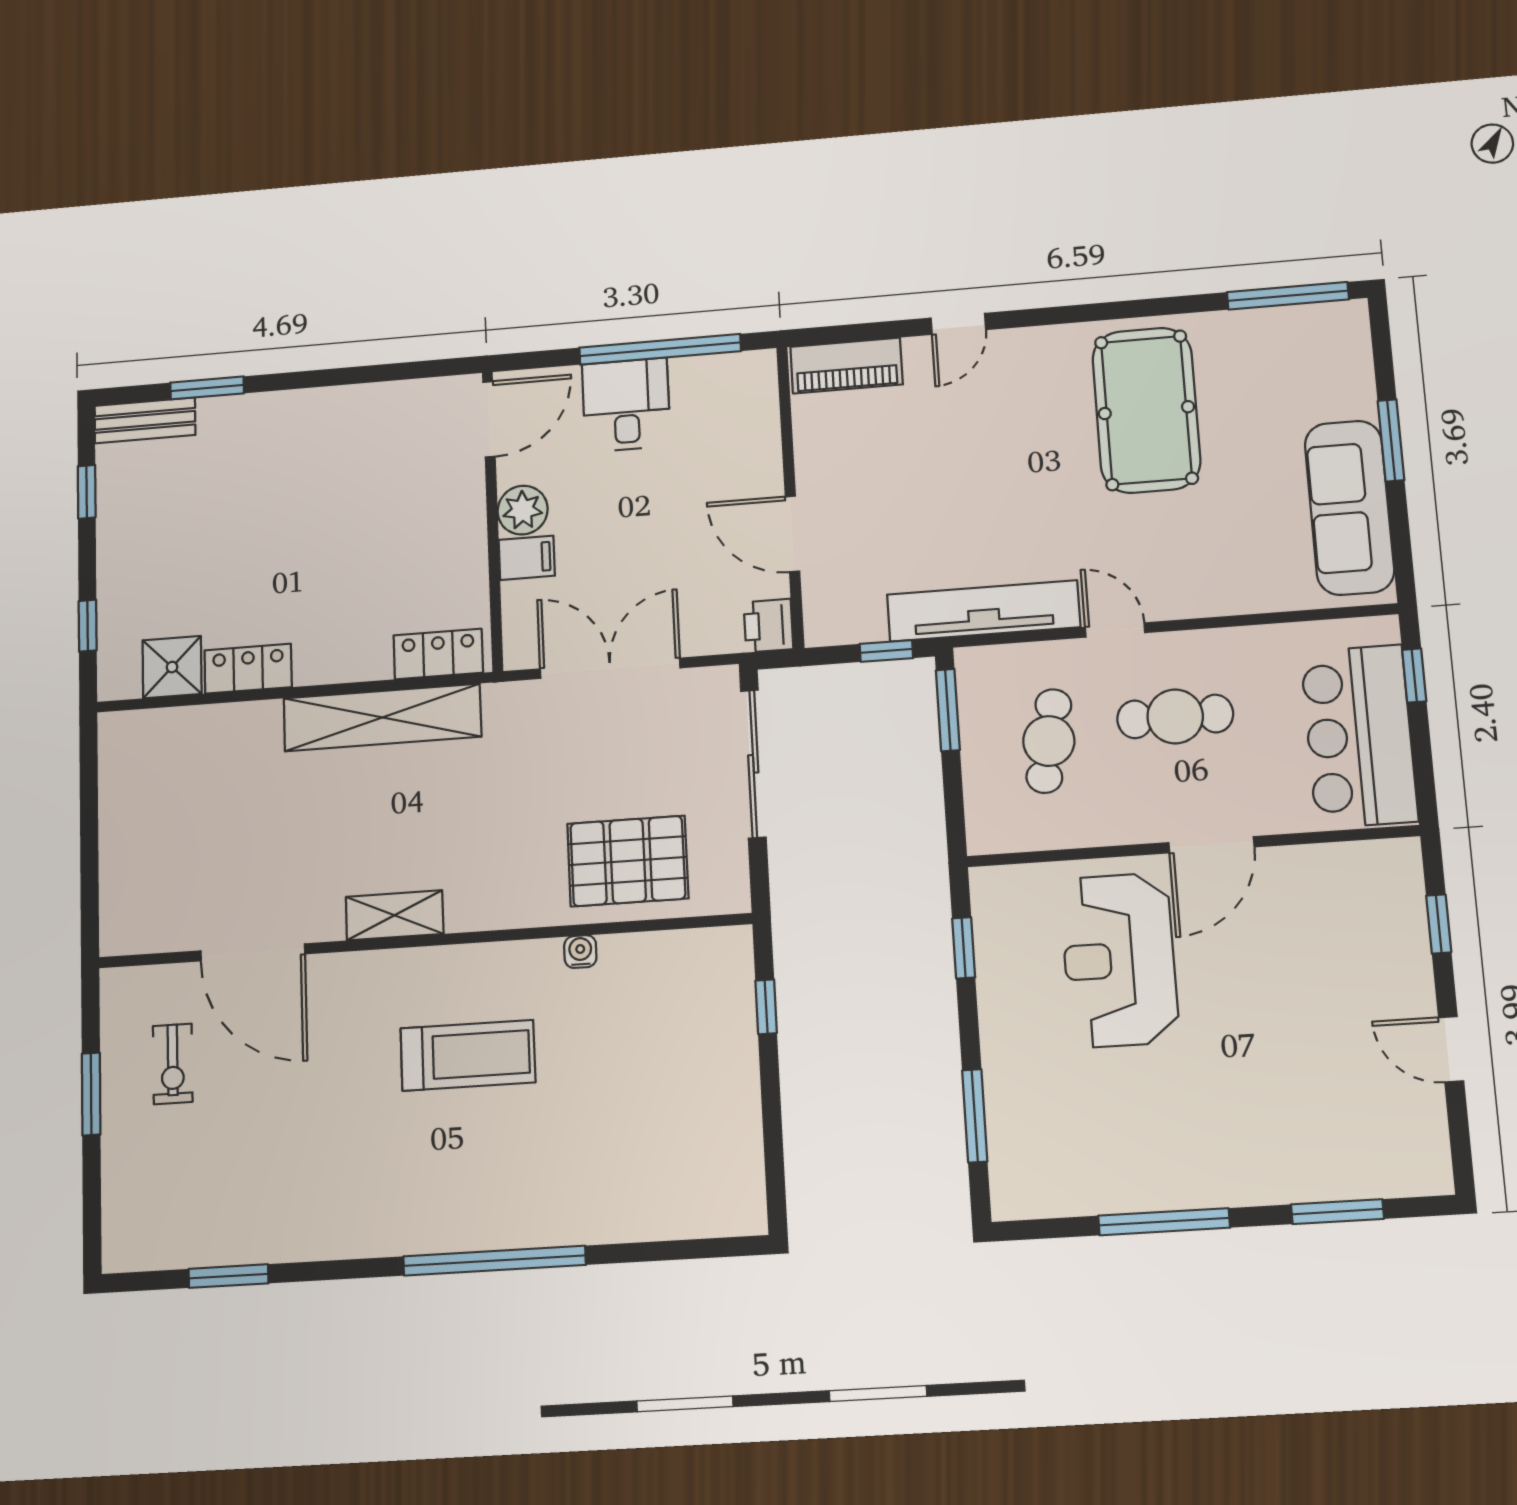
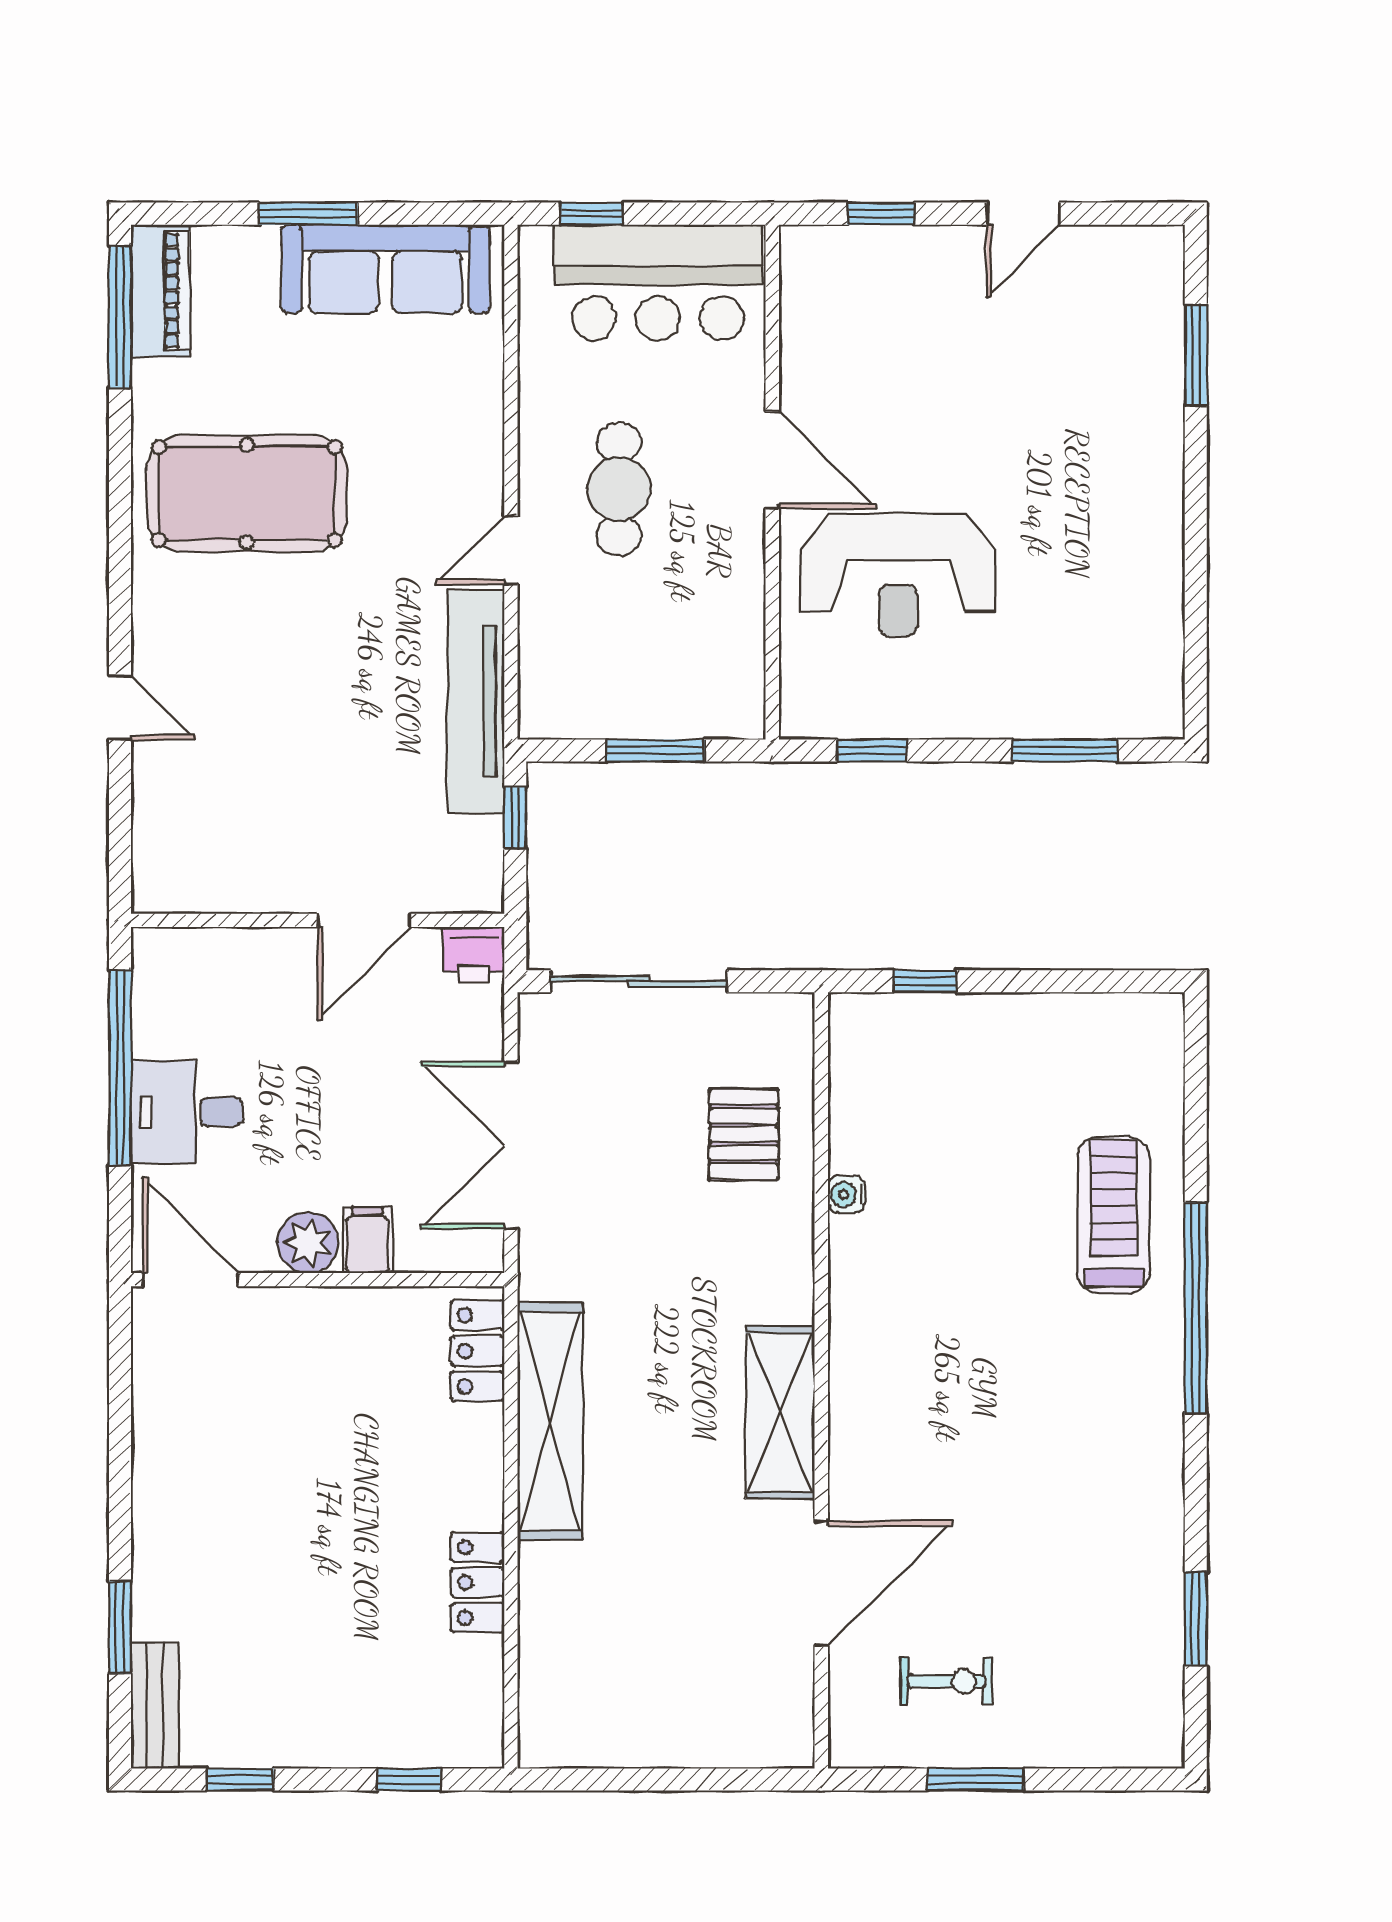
piano: (846, 366) -> (160, 291), moved
shower: (172, 667) -> (468, 1676), removed
window: (948, 710) -> (655, 750), moved
cafe table: (1049, 741) -> (637, 636), removed
pallet: (628, 861) -> (744, 1134), width x0.67, depth x0.71
shelving: (395, 915) -> (780, 1412), width x1.50, depth x1.33
treadmill: (468, 1055) -> (1114, 1215), moved
window: (1164, 1222) -> (1196, 547), removed

